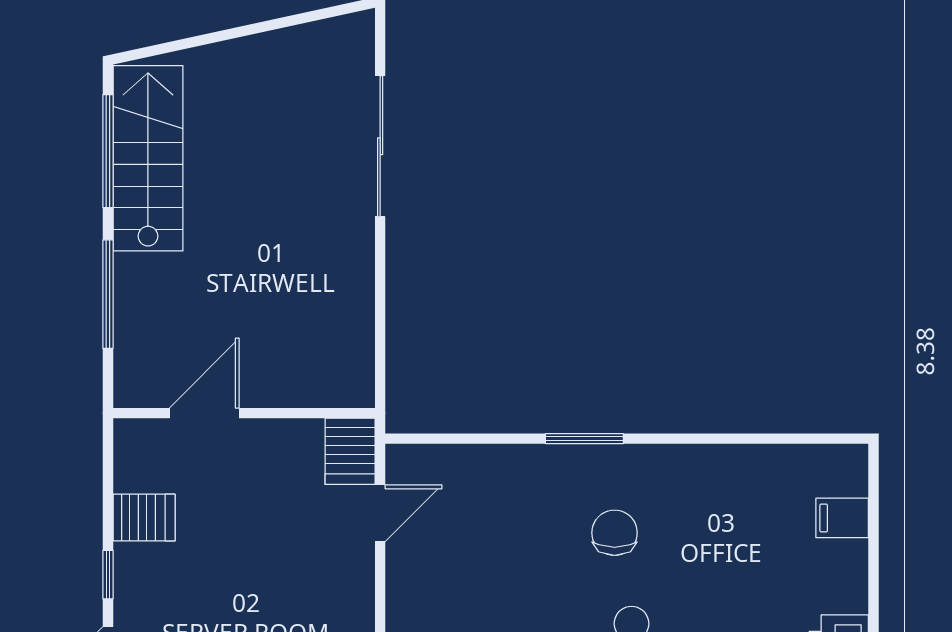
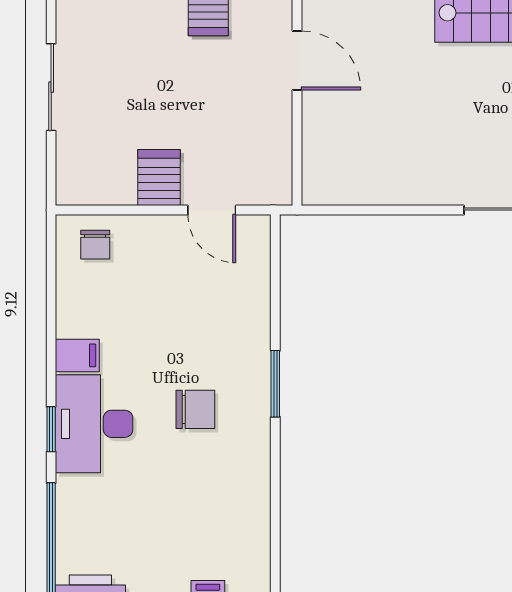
server rack: (350, 451) -> (159, 178), moved, turned 90

